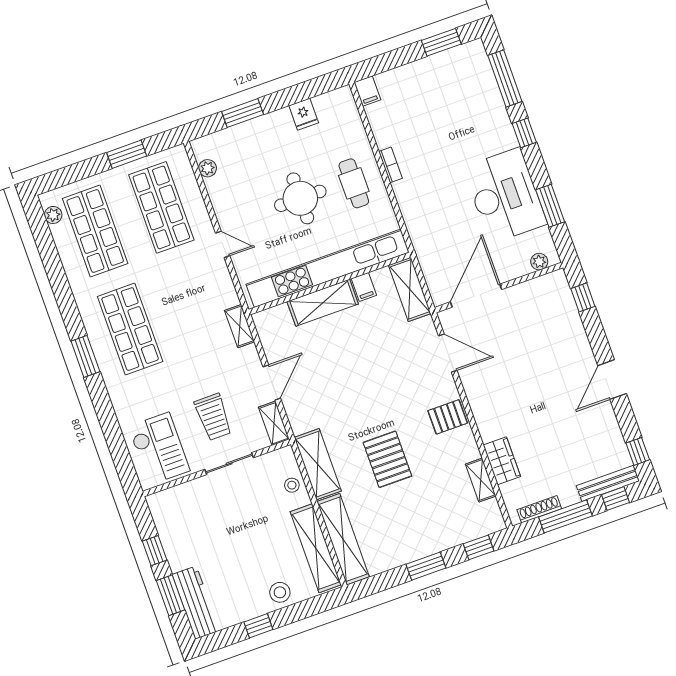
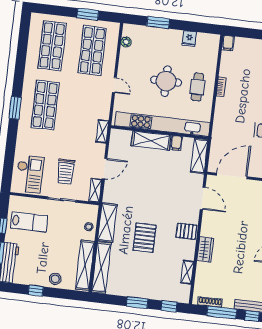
plant: (53, 215) -> (35, 27), removed
wardrobe: (502, 461) -> (205, 249), moved
lab bench: (195, 523) -> (29, 222), added

